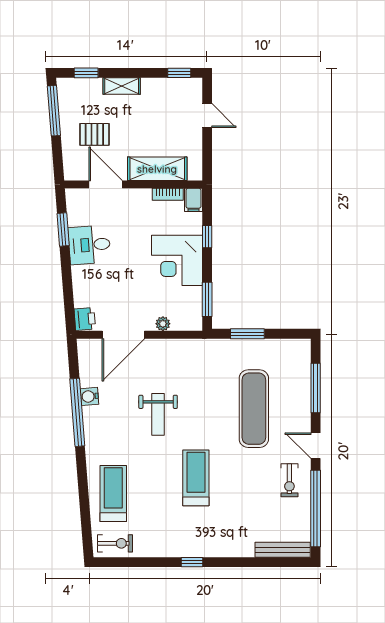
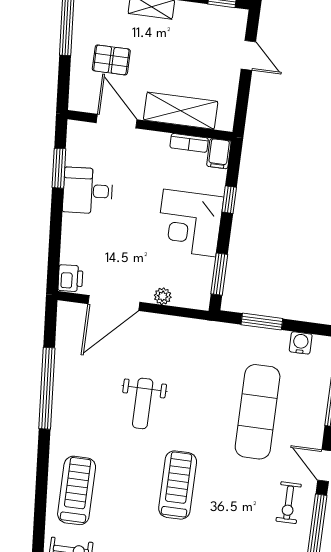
water cooler: (89, 396) -> (301, 343), moved, turned 94

